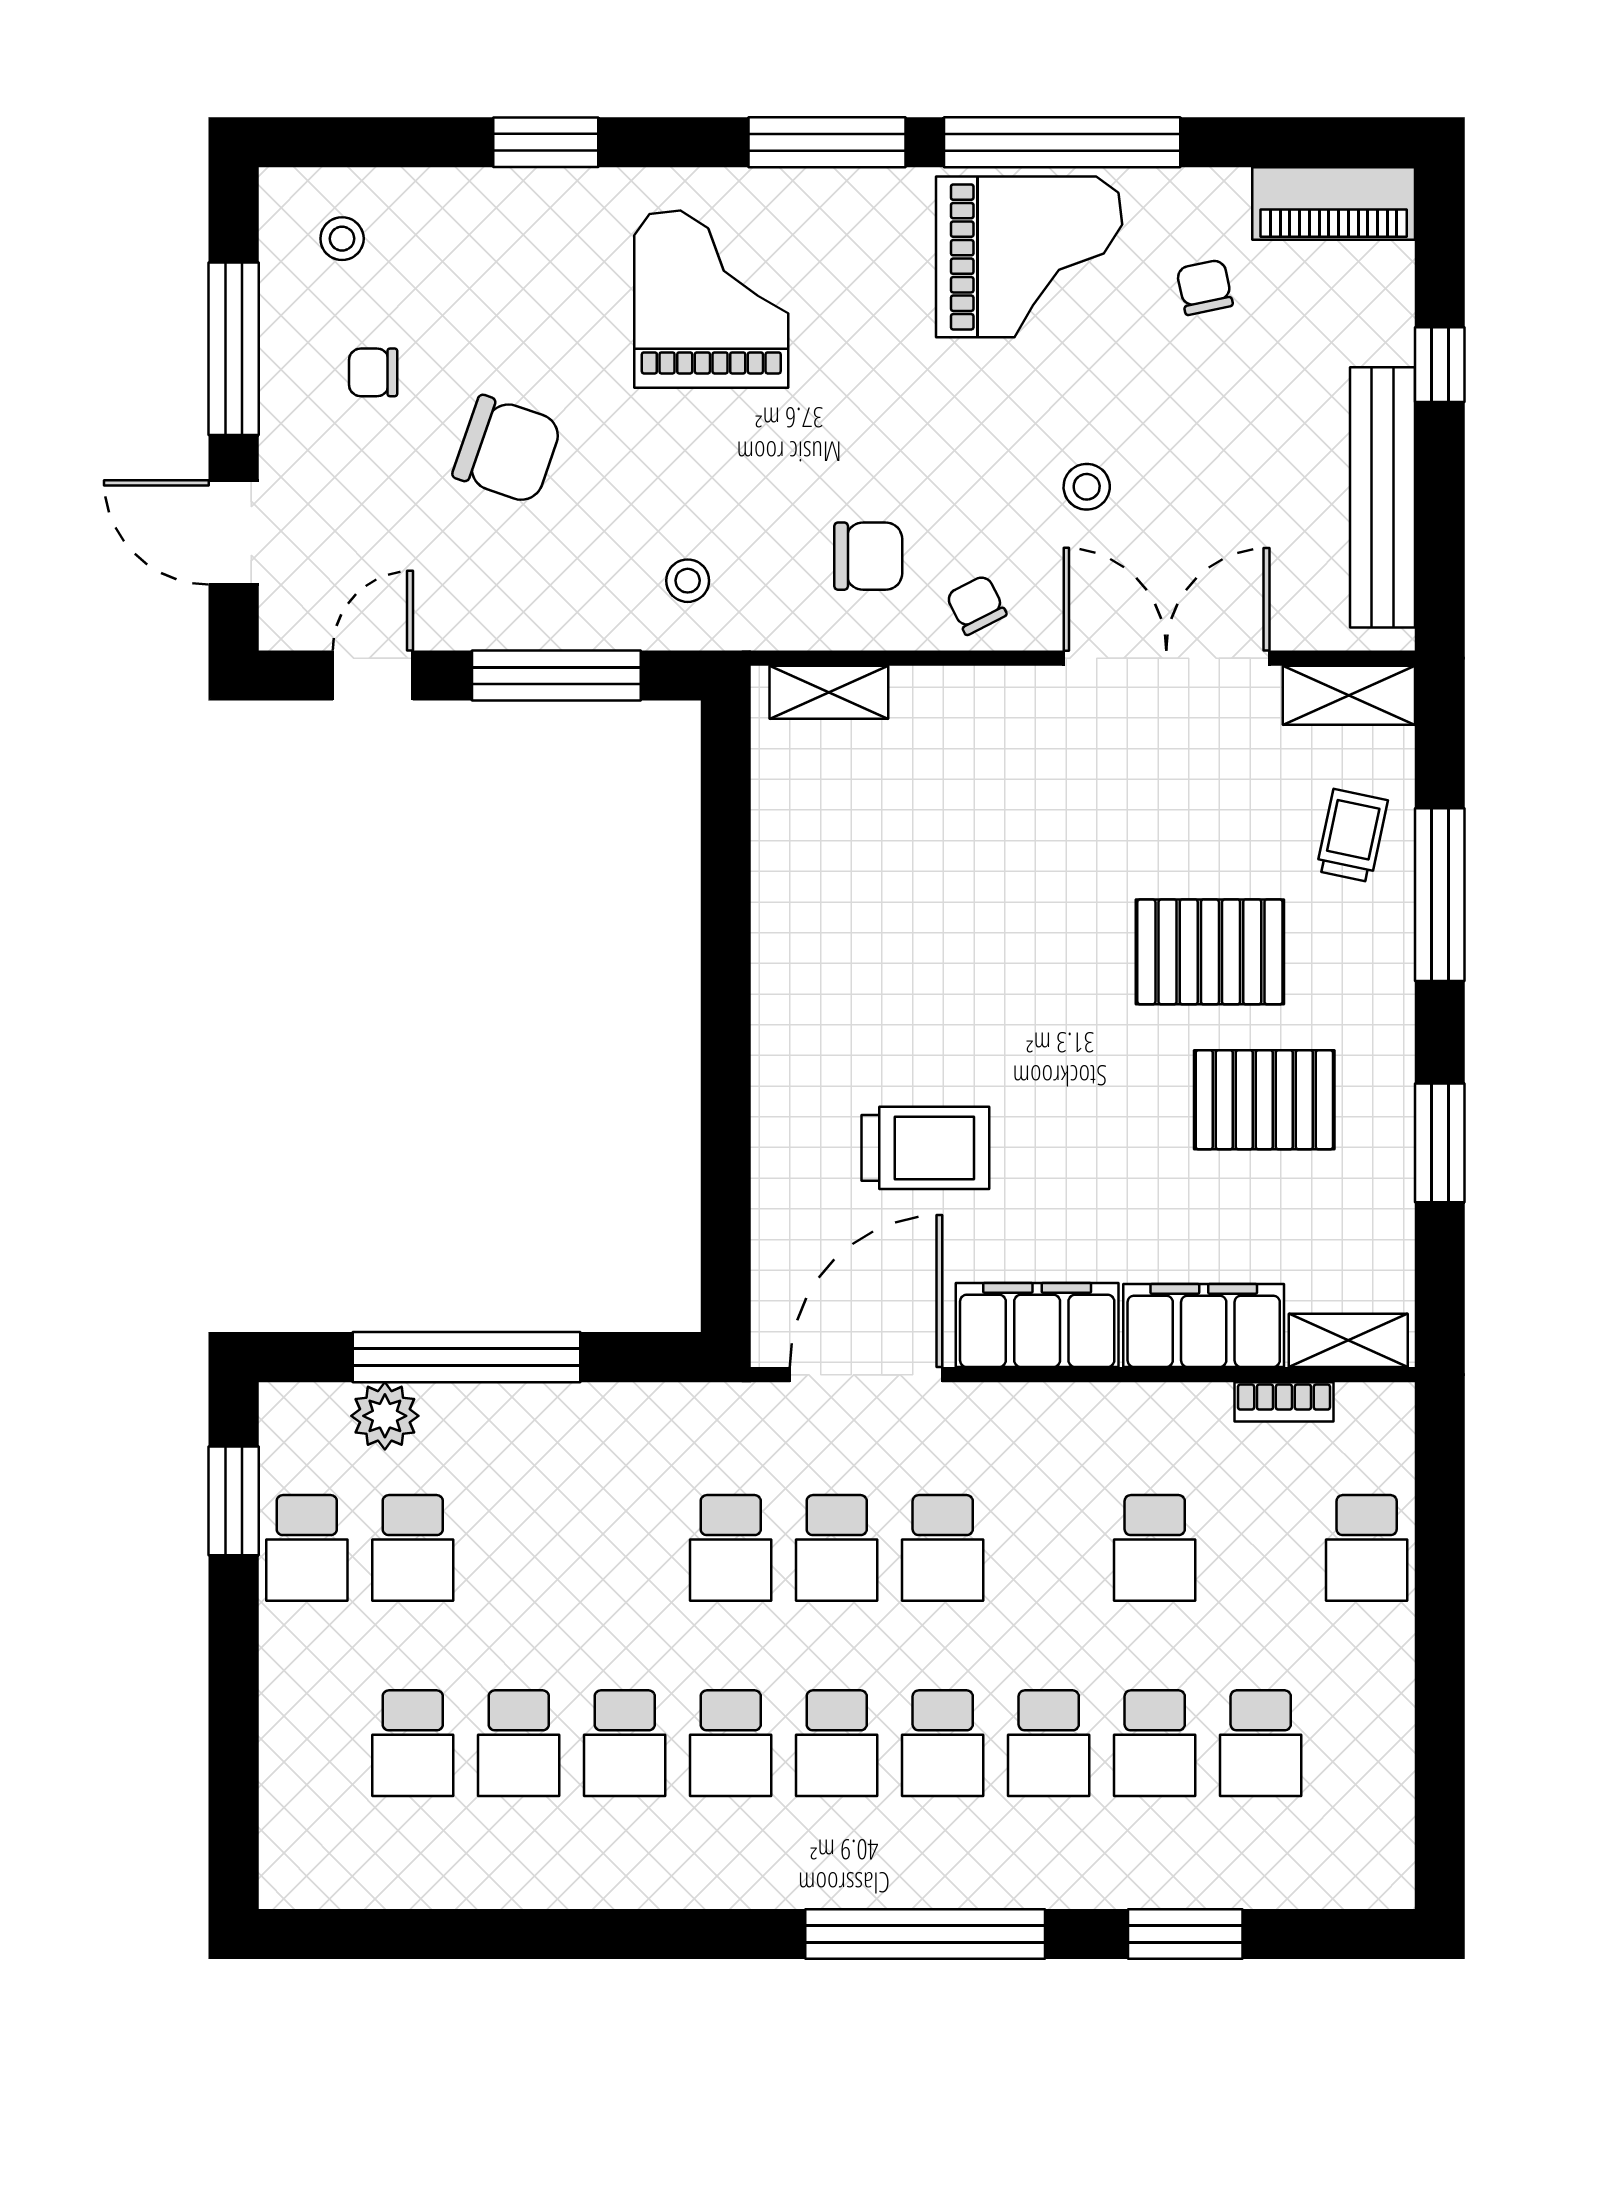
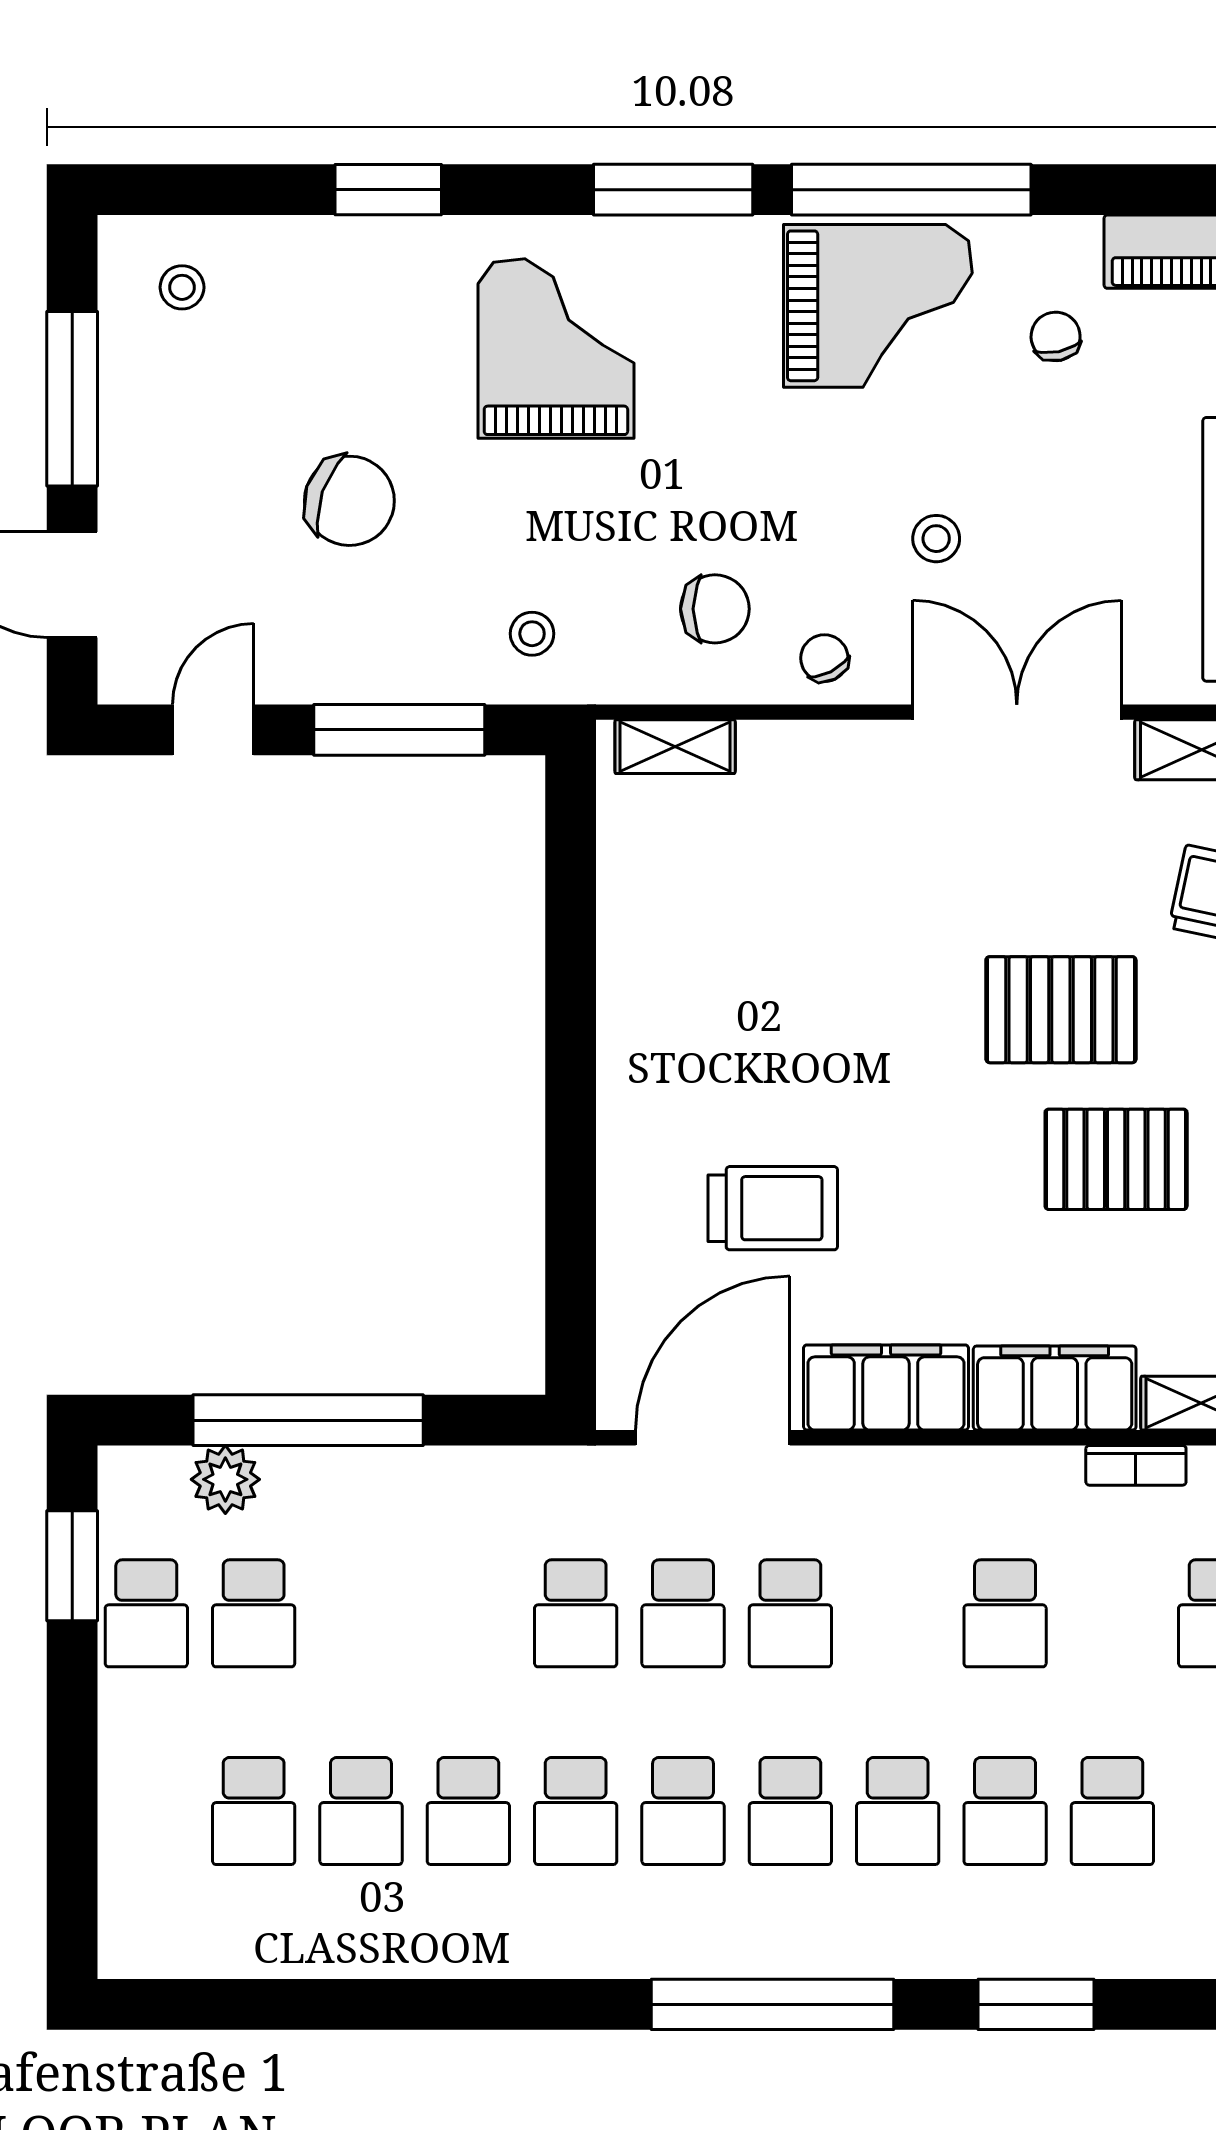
chair: (373, 372) -> (214, 423), removed

